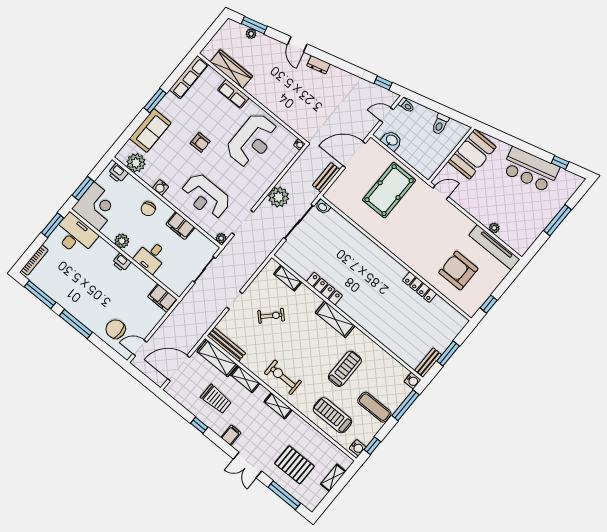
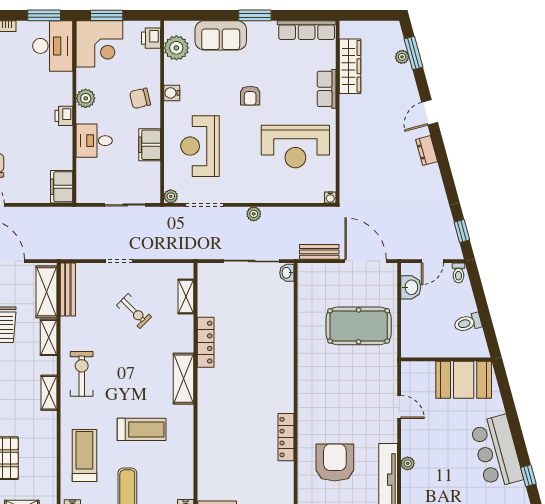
door: (387, 115) -> (432, 261), swing flipped
door: (441, 192) -> (399, 407), moved
plant: (279, 197) -> (254, 214), width x0.53, depth x0.53

